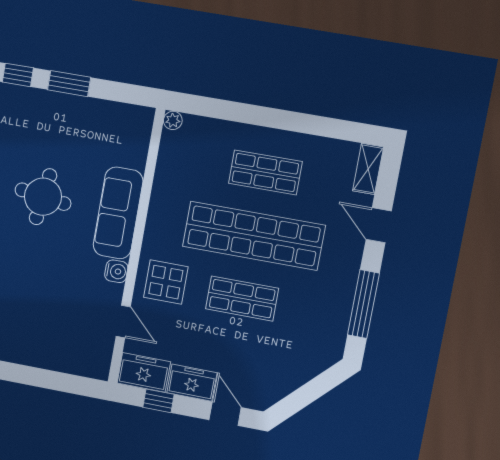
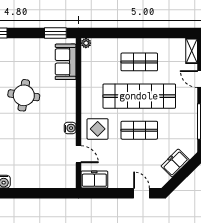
window: (69, 84) -> (55, 33), moved
sofa: (118, 213) -> (66, 62), moved, width x0.73
freezer: (192, 383) -> (175, 163), moved, turned -45
window: (159, 401) -> (105, 193), removed

